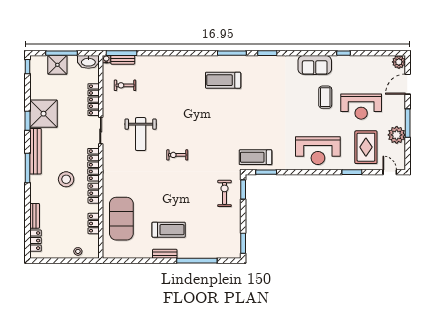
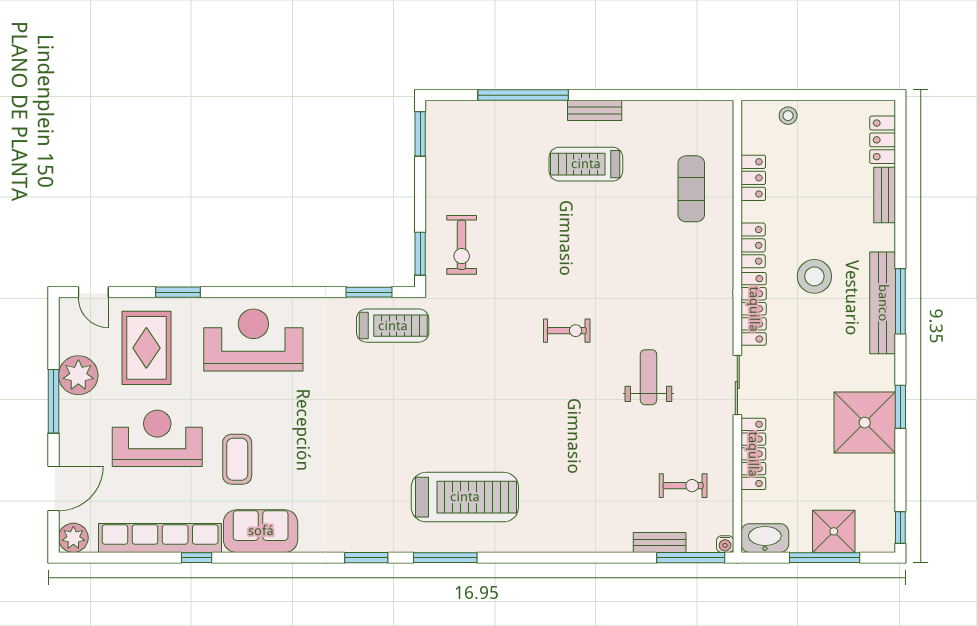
bench: (123, 60) -> (660, 542), moved
row of seats: (360, 62) -> (160, 538), added
treadmill: (223, 80) -> (465, 497), width x1.37, depth x1.38
weight bench: (141, 134) -> (648, 377), width x0.73, depth x0.75
bench: (35, 151) -> (883, 303), moved
exercise mat: (121, 219) -> (691, 189), width x0.50, depth x0.69

